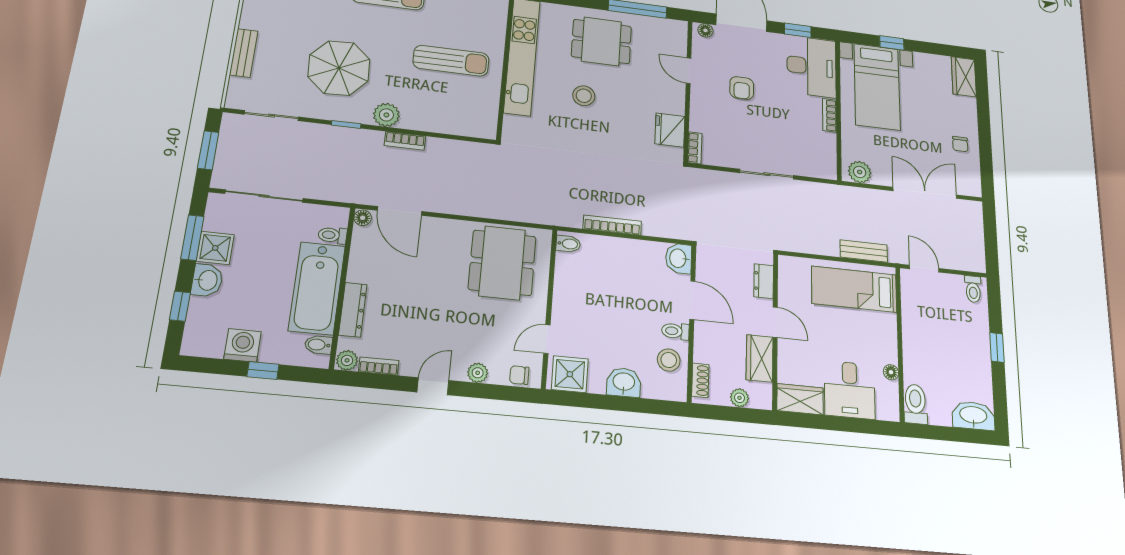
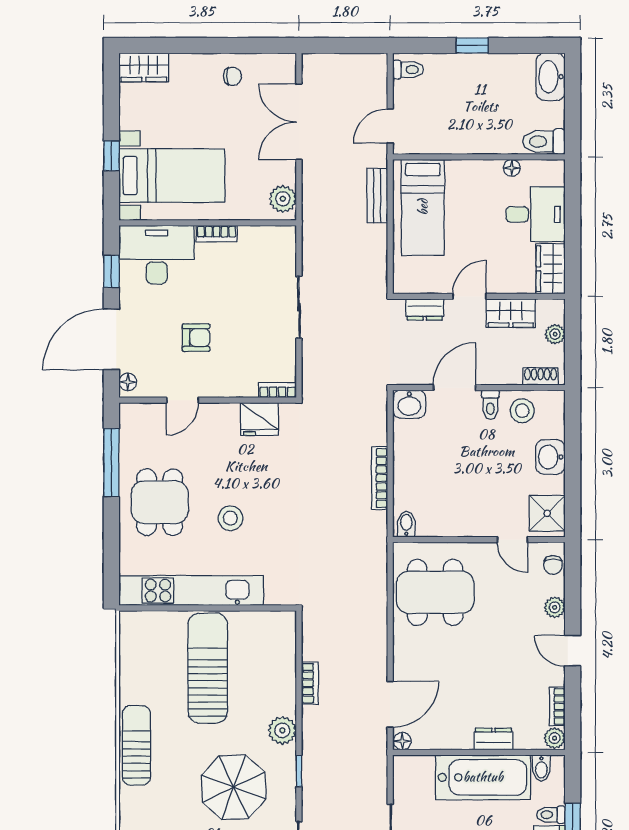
sun lounger: (451, 61) -> (208, 668), width x1.36, depth x1.34
bookcase: (405, 141) -> (310, 683), moved
toilet: (333, 235) -> (551, 815), moved, turned 90
dresser: (353, 310) -> (493, 739), width x0.70

